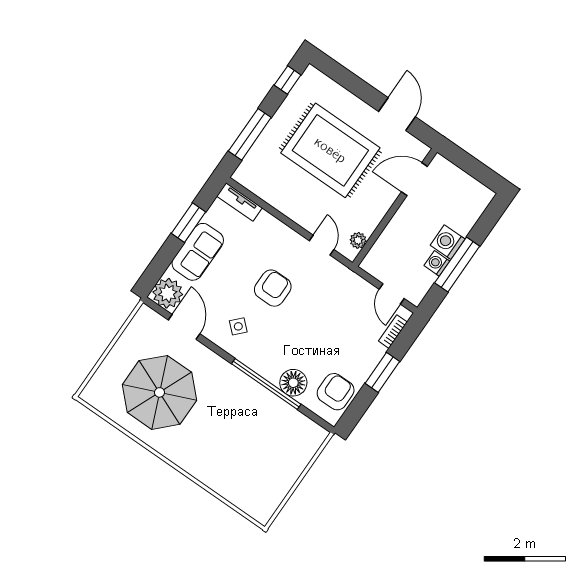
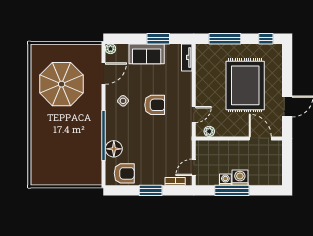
plant: (168, 293) -> (110, 49), width x0.53, depth x0.53

